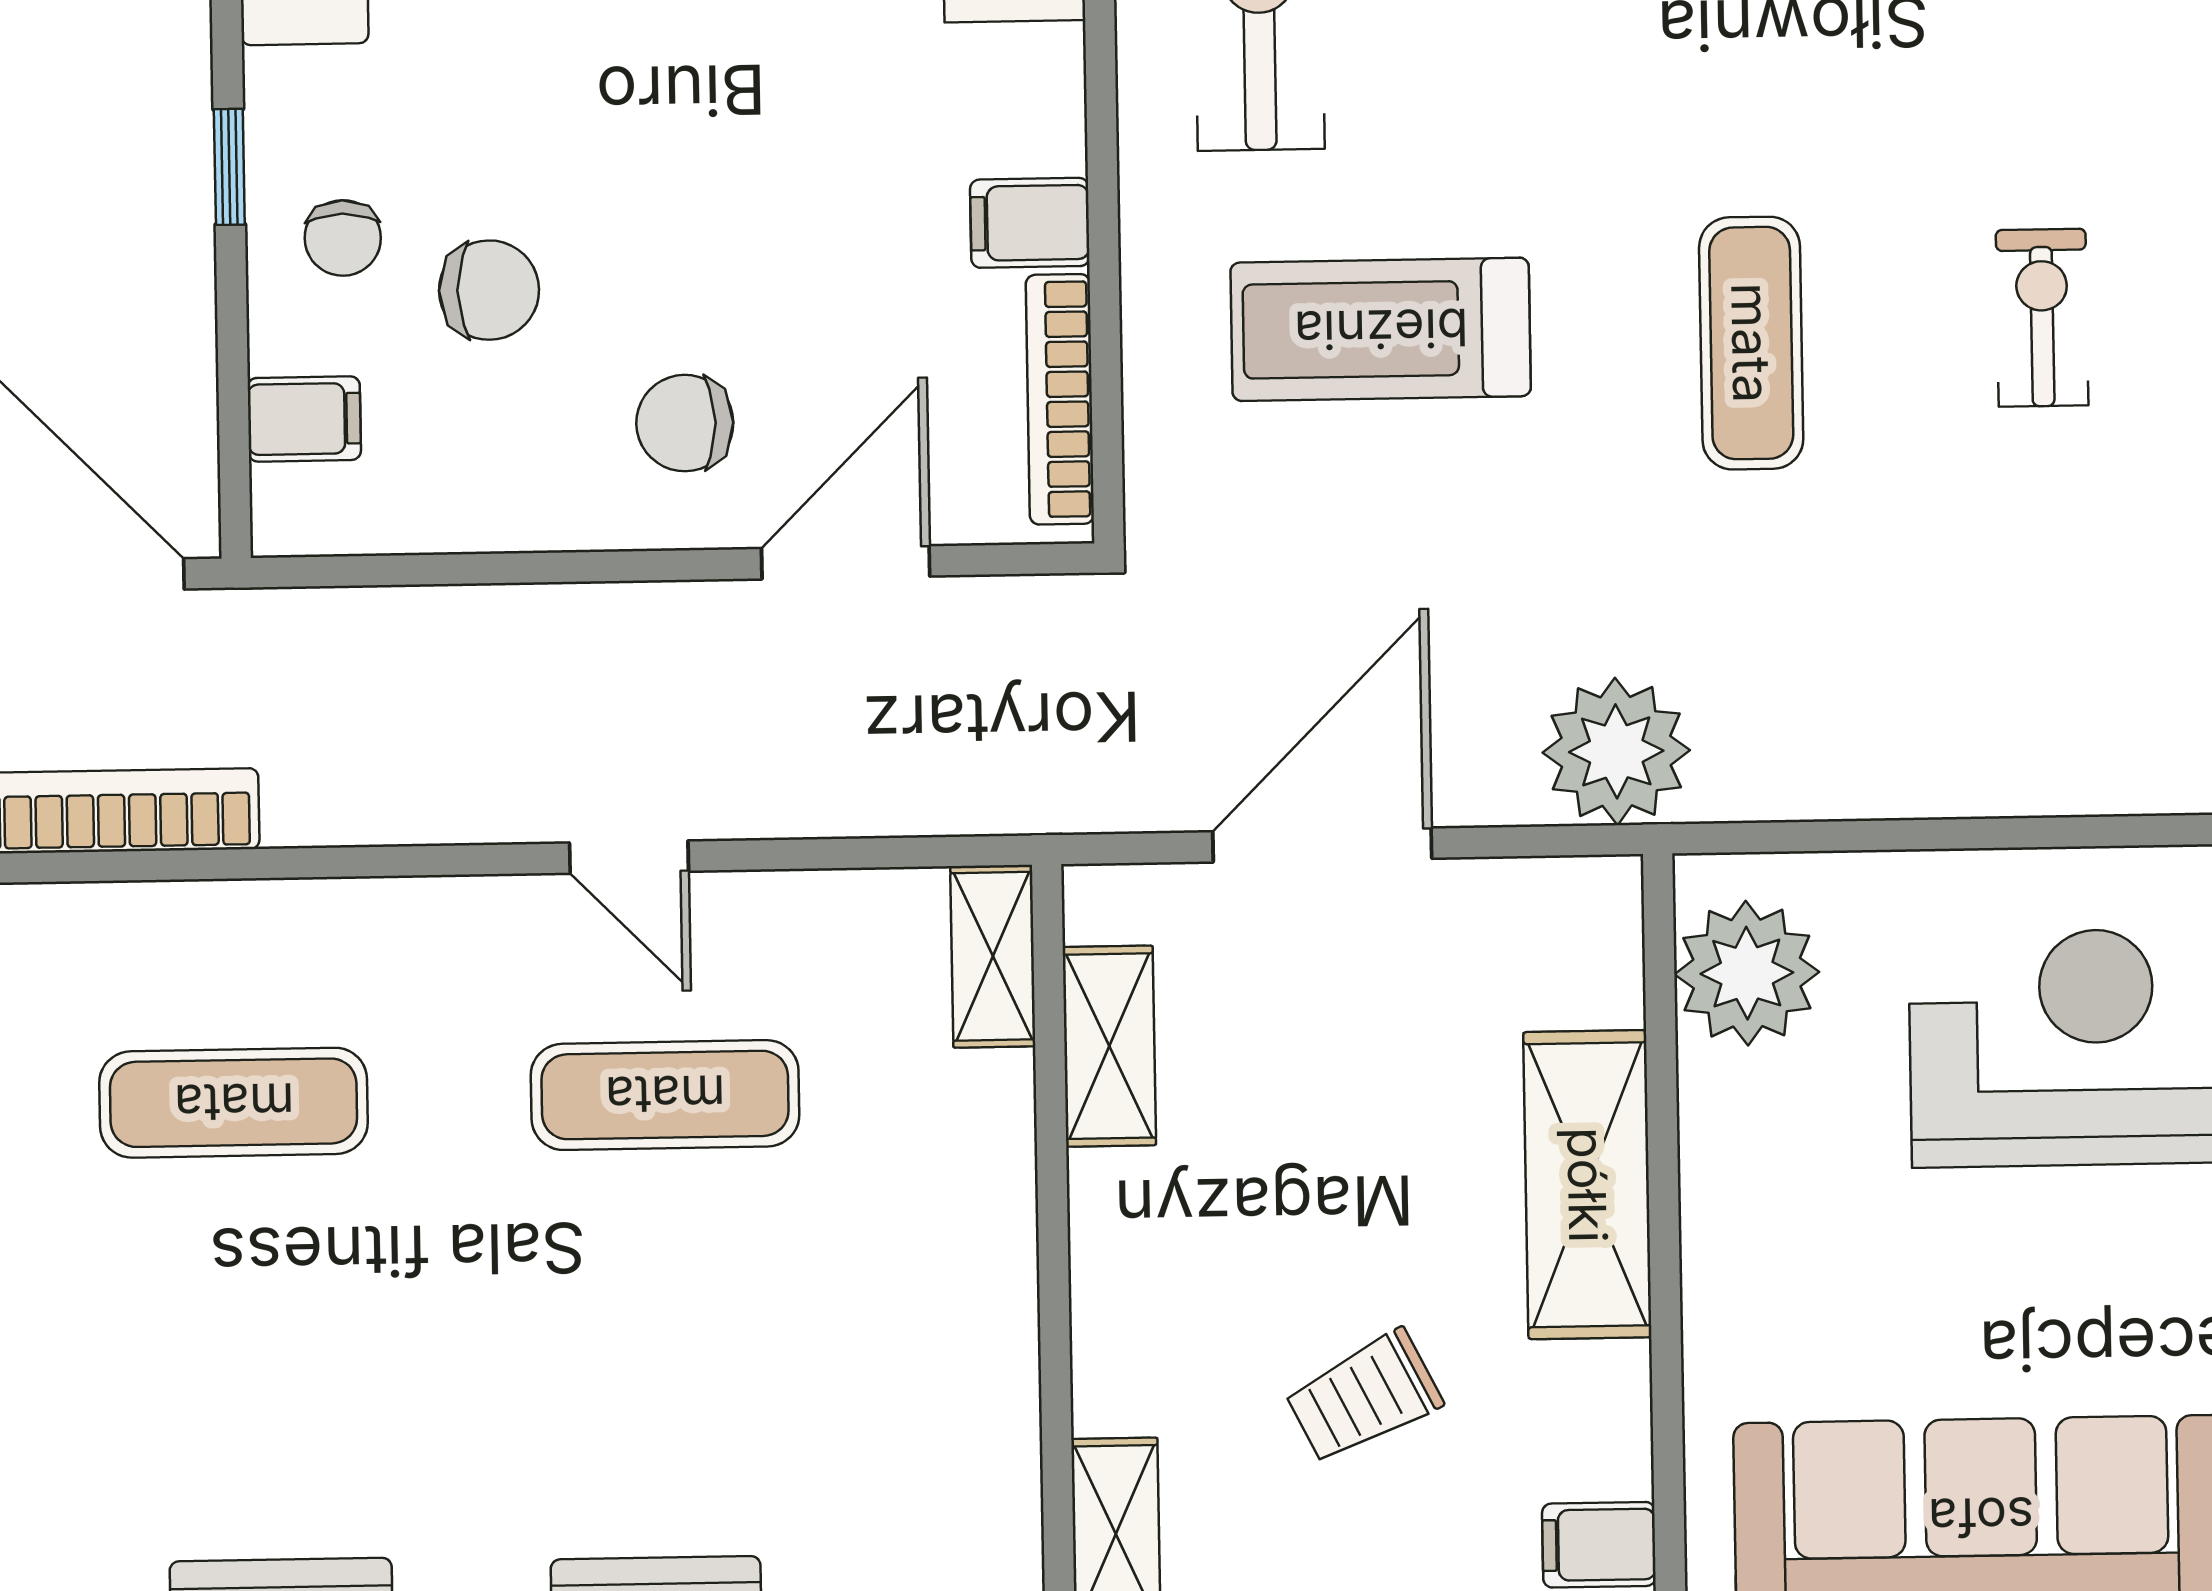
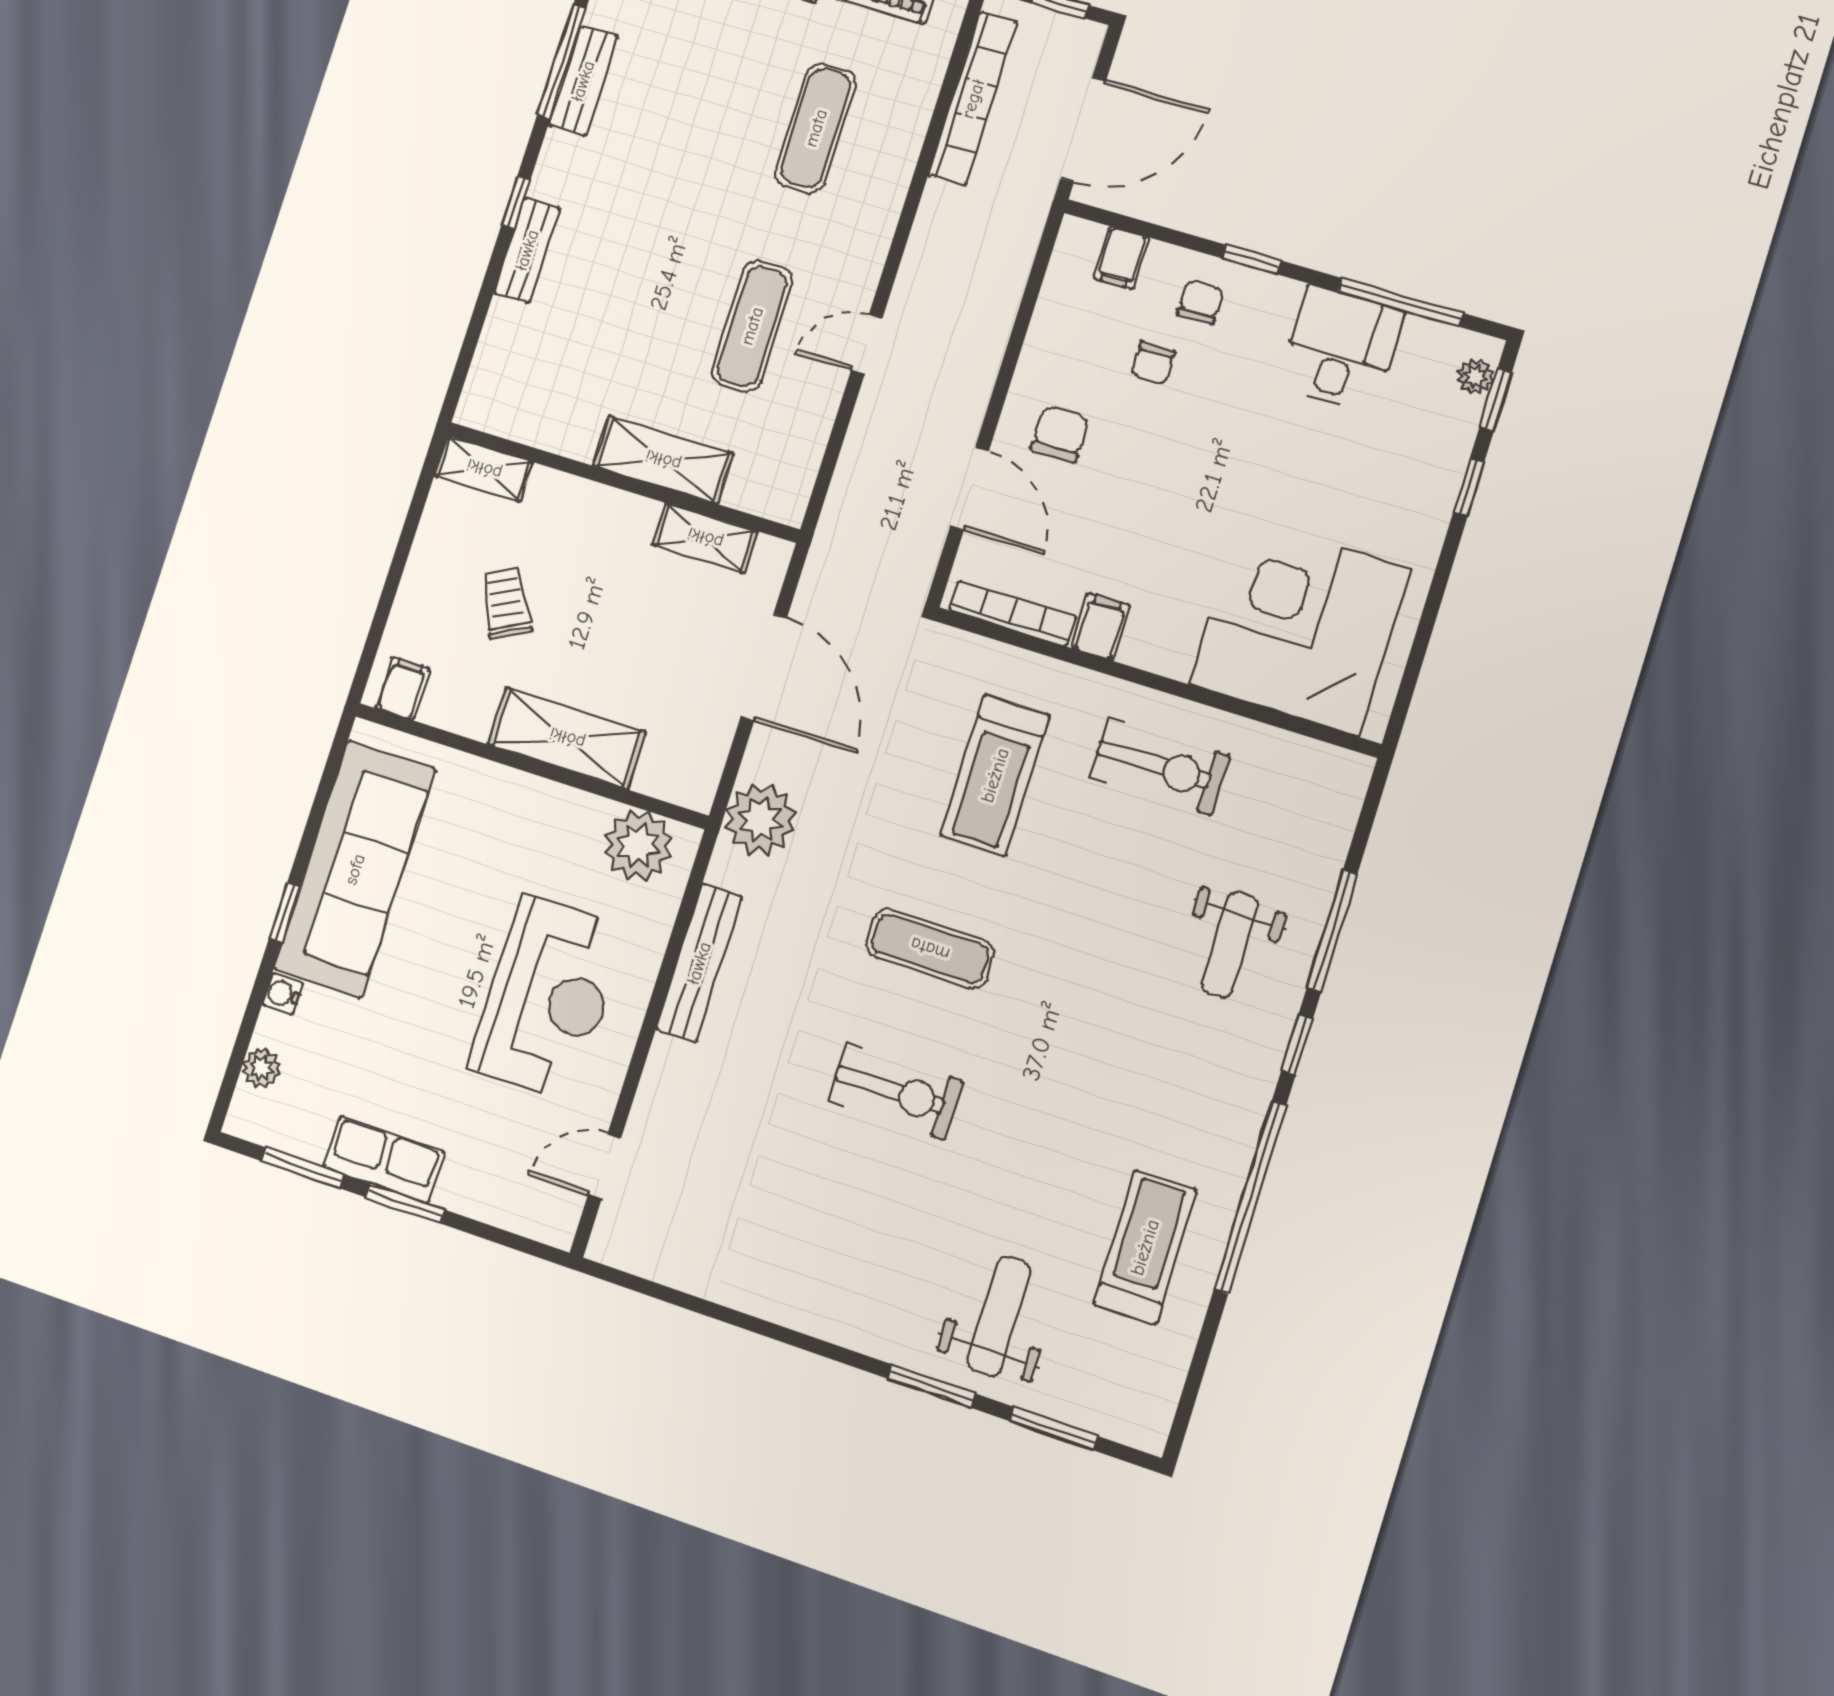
chair: (343, 238) -> (1201, 302), turned 90
chair: (489, 290) -> (1153, 363), width x0.73, depth x0.73
exercise bike: (2042, 318) -> (896, 1091), width x1.38, depth x1.39
treadmill: (1381, 329) -> (995, 775), turned 180
bench: (1929, 777) -> (699, 963), added
shelving: (993, 956) -> (663, 460), moved, width x1.50, depth x1.33

